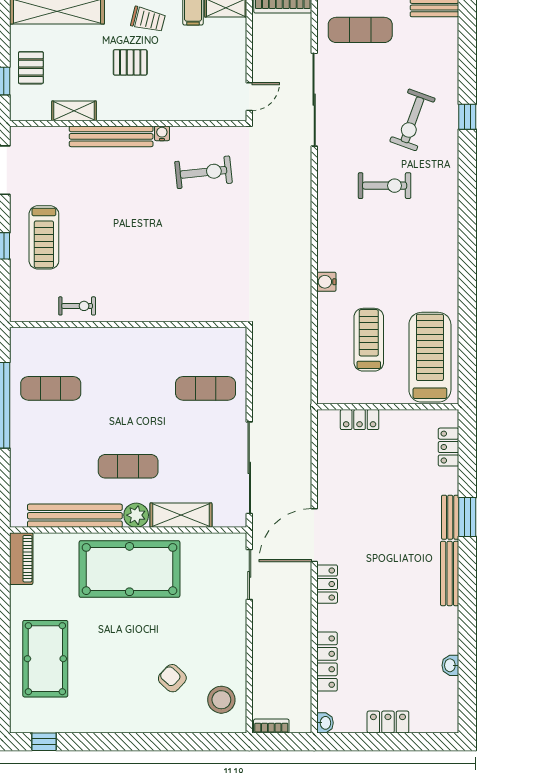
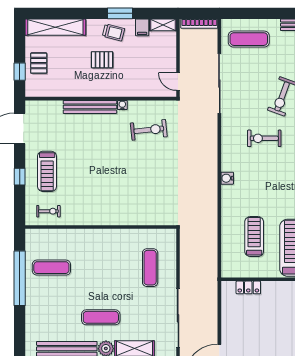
door: (249, 97) -> (178, 82), swing flipped
shelving: (74, 111) -> (66, 91), removed
exercise bike: (385, 186) -> (264, 138), turned 180
water cooler: (326, 282) -> (227, 178), moved
exercise bike: (77, 306) -> (48, 211), moved
exercise mat: (206, 388) -> (150, 268), turned 90

